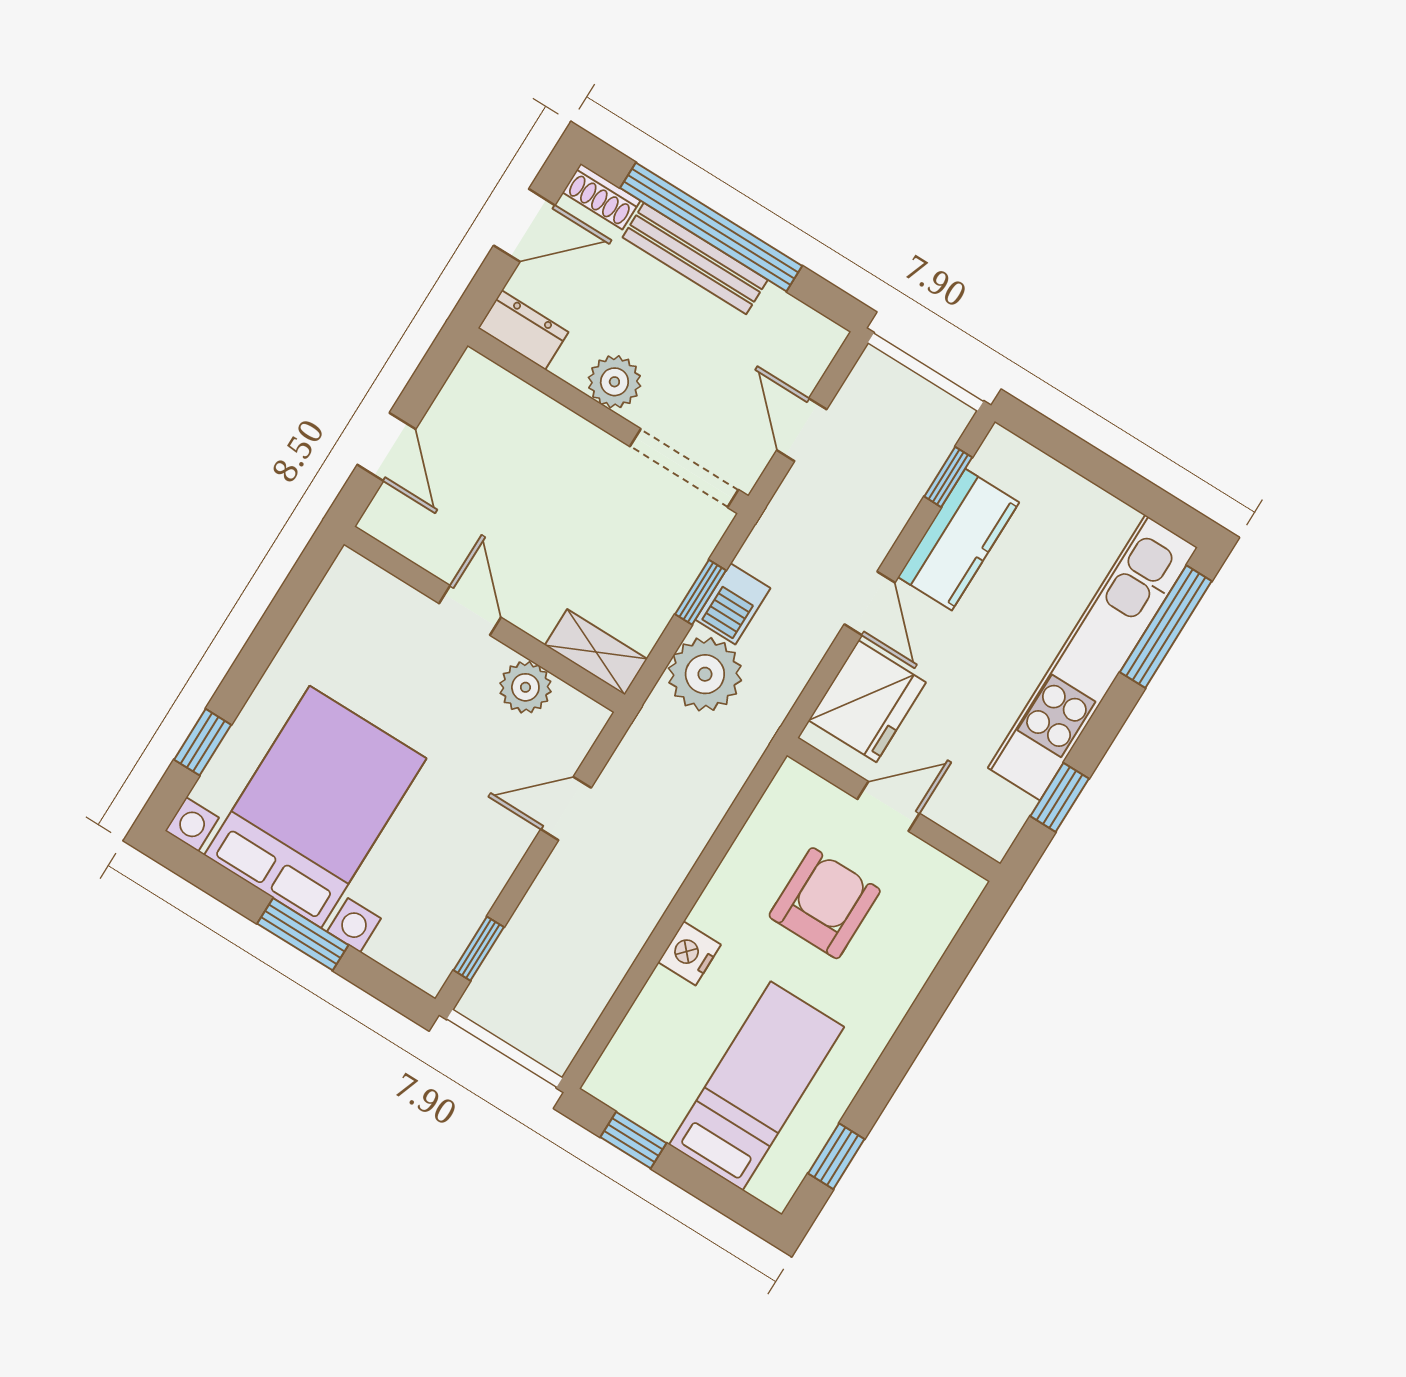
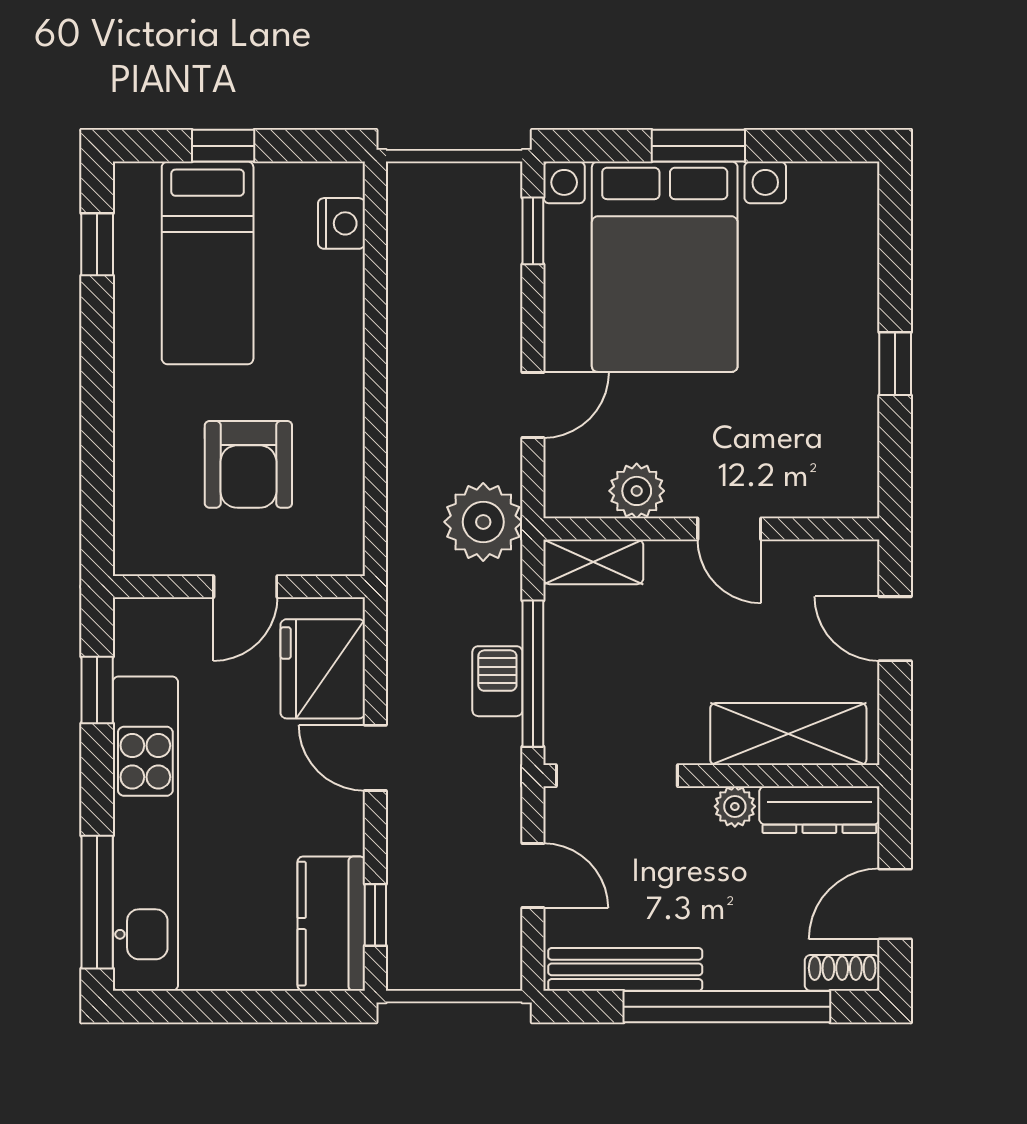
bench: (695, 259) -> (625, 969), moved
dresser: (523, 330) -> (819, 810), width x1.44
plant: (614, 382) -> (735, 806), width x0.73, depth x0.73
shelving: (525, 416) -> (788, 734), added
kitchen counter: (959, 540) -> (331, 924), moved
window: (701, 592) -> (533, 674), width x2.17
plant: (705, 674) -> (483, 522), moved
window: (203, 742) -> (895, 364), moved
bed with nightstands: (315, 807) -> (665, 267), moved
nightstand: (690, 953) -> (341, 223), moved
window: (633, 1140) -> (223, 146), moved

